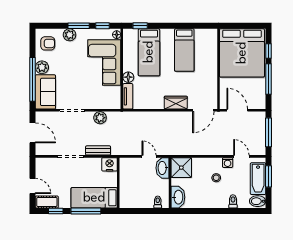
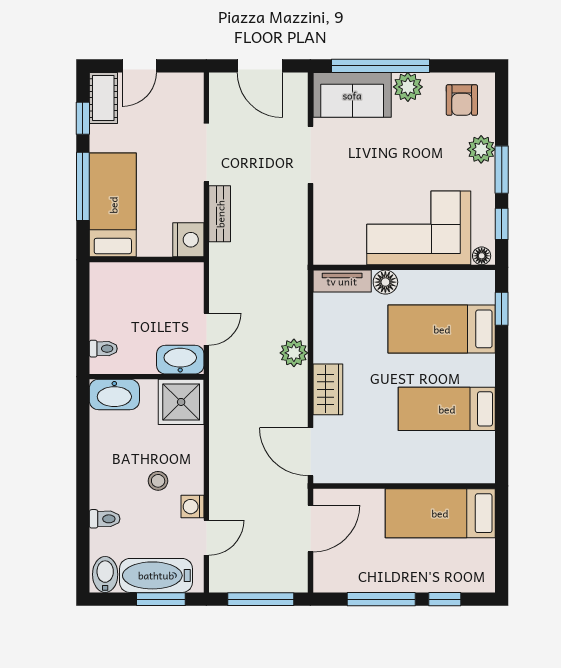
bed: (242, 53) -> (440, 513), width x0.49
plant: (100, 118) -> (294, 353), moved
door: (33, 133) -> (260, 66), hinge flipped

